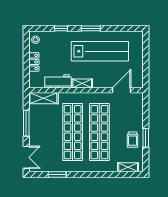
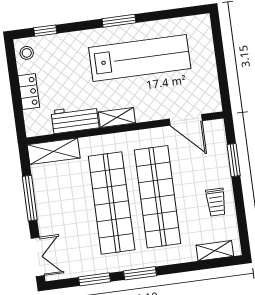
window: (61, 28) -> (45, 31), moved
door: (121, 90) -> (186, 120), swing flipped
window: (146, 138) -> (234, 160), moved
window: (84, 175) -> (140, 273), added

